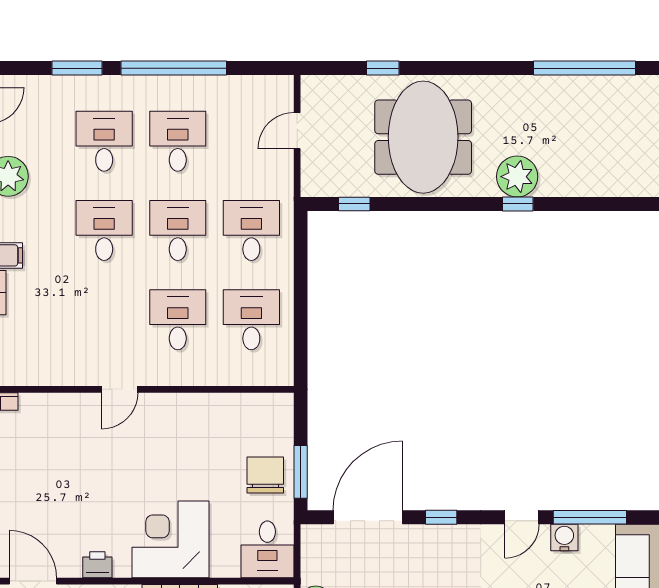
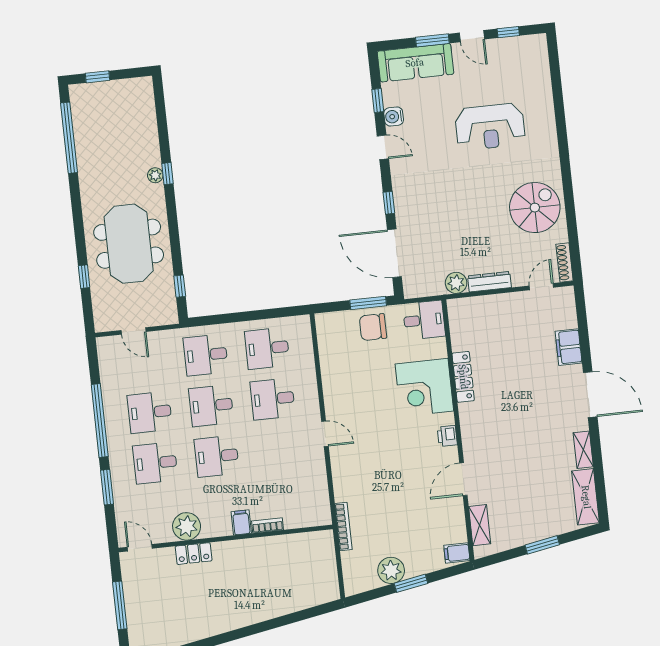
meeting table: (423, 137) -> (129, 244), turned 90
plant: (517, 177) -> (155, 175), width x0.53, depth x0.53
window: (590, 517) -> (378, 100), width x0.46

